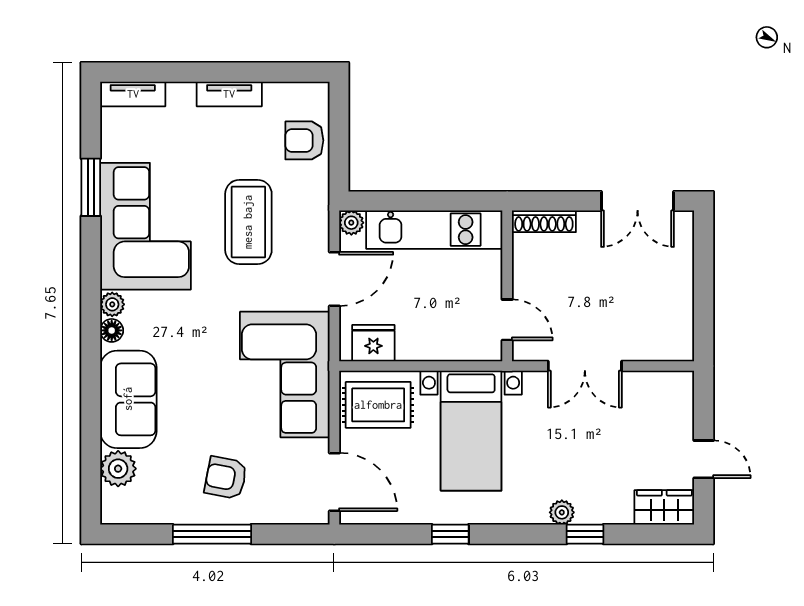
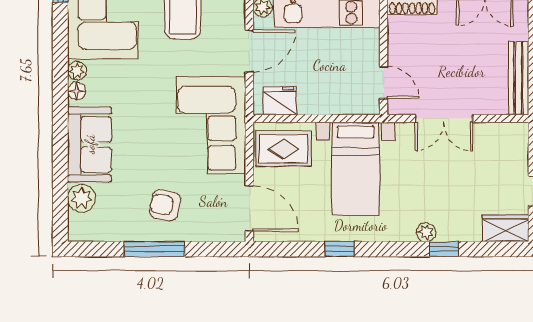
bench: (681, 314) -> (518, 78), added

